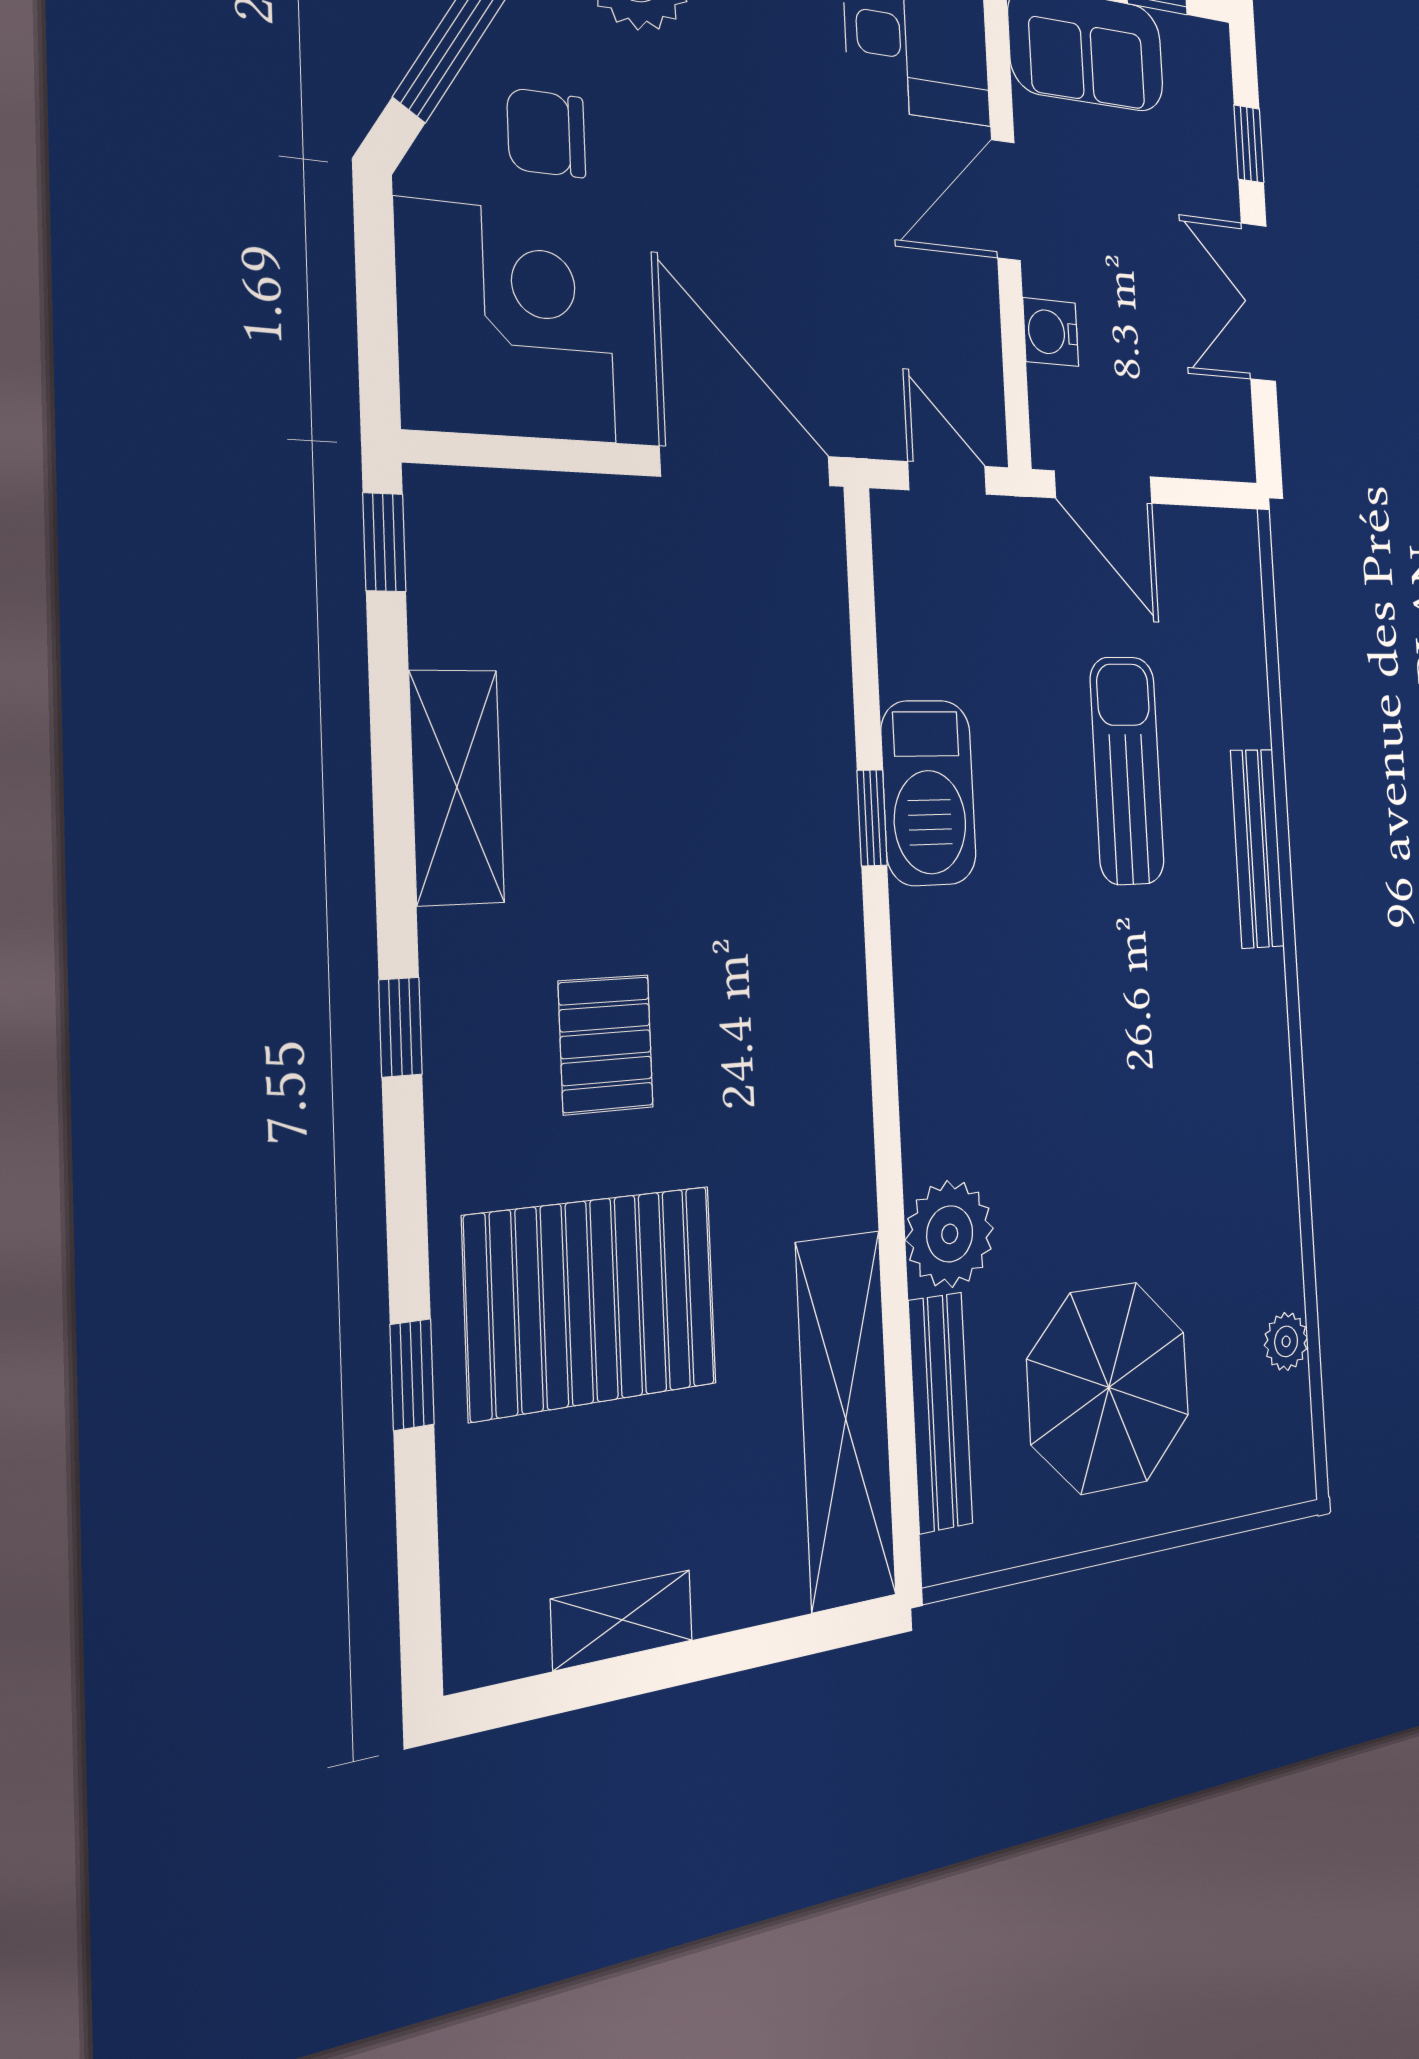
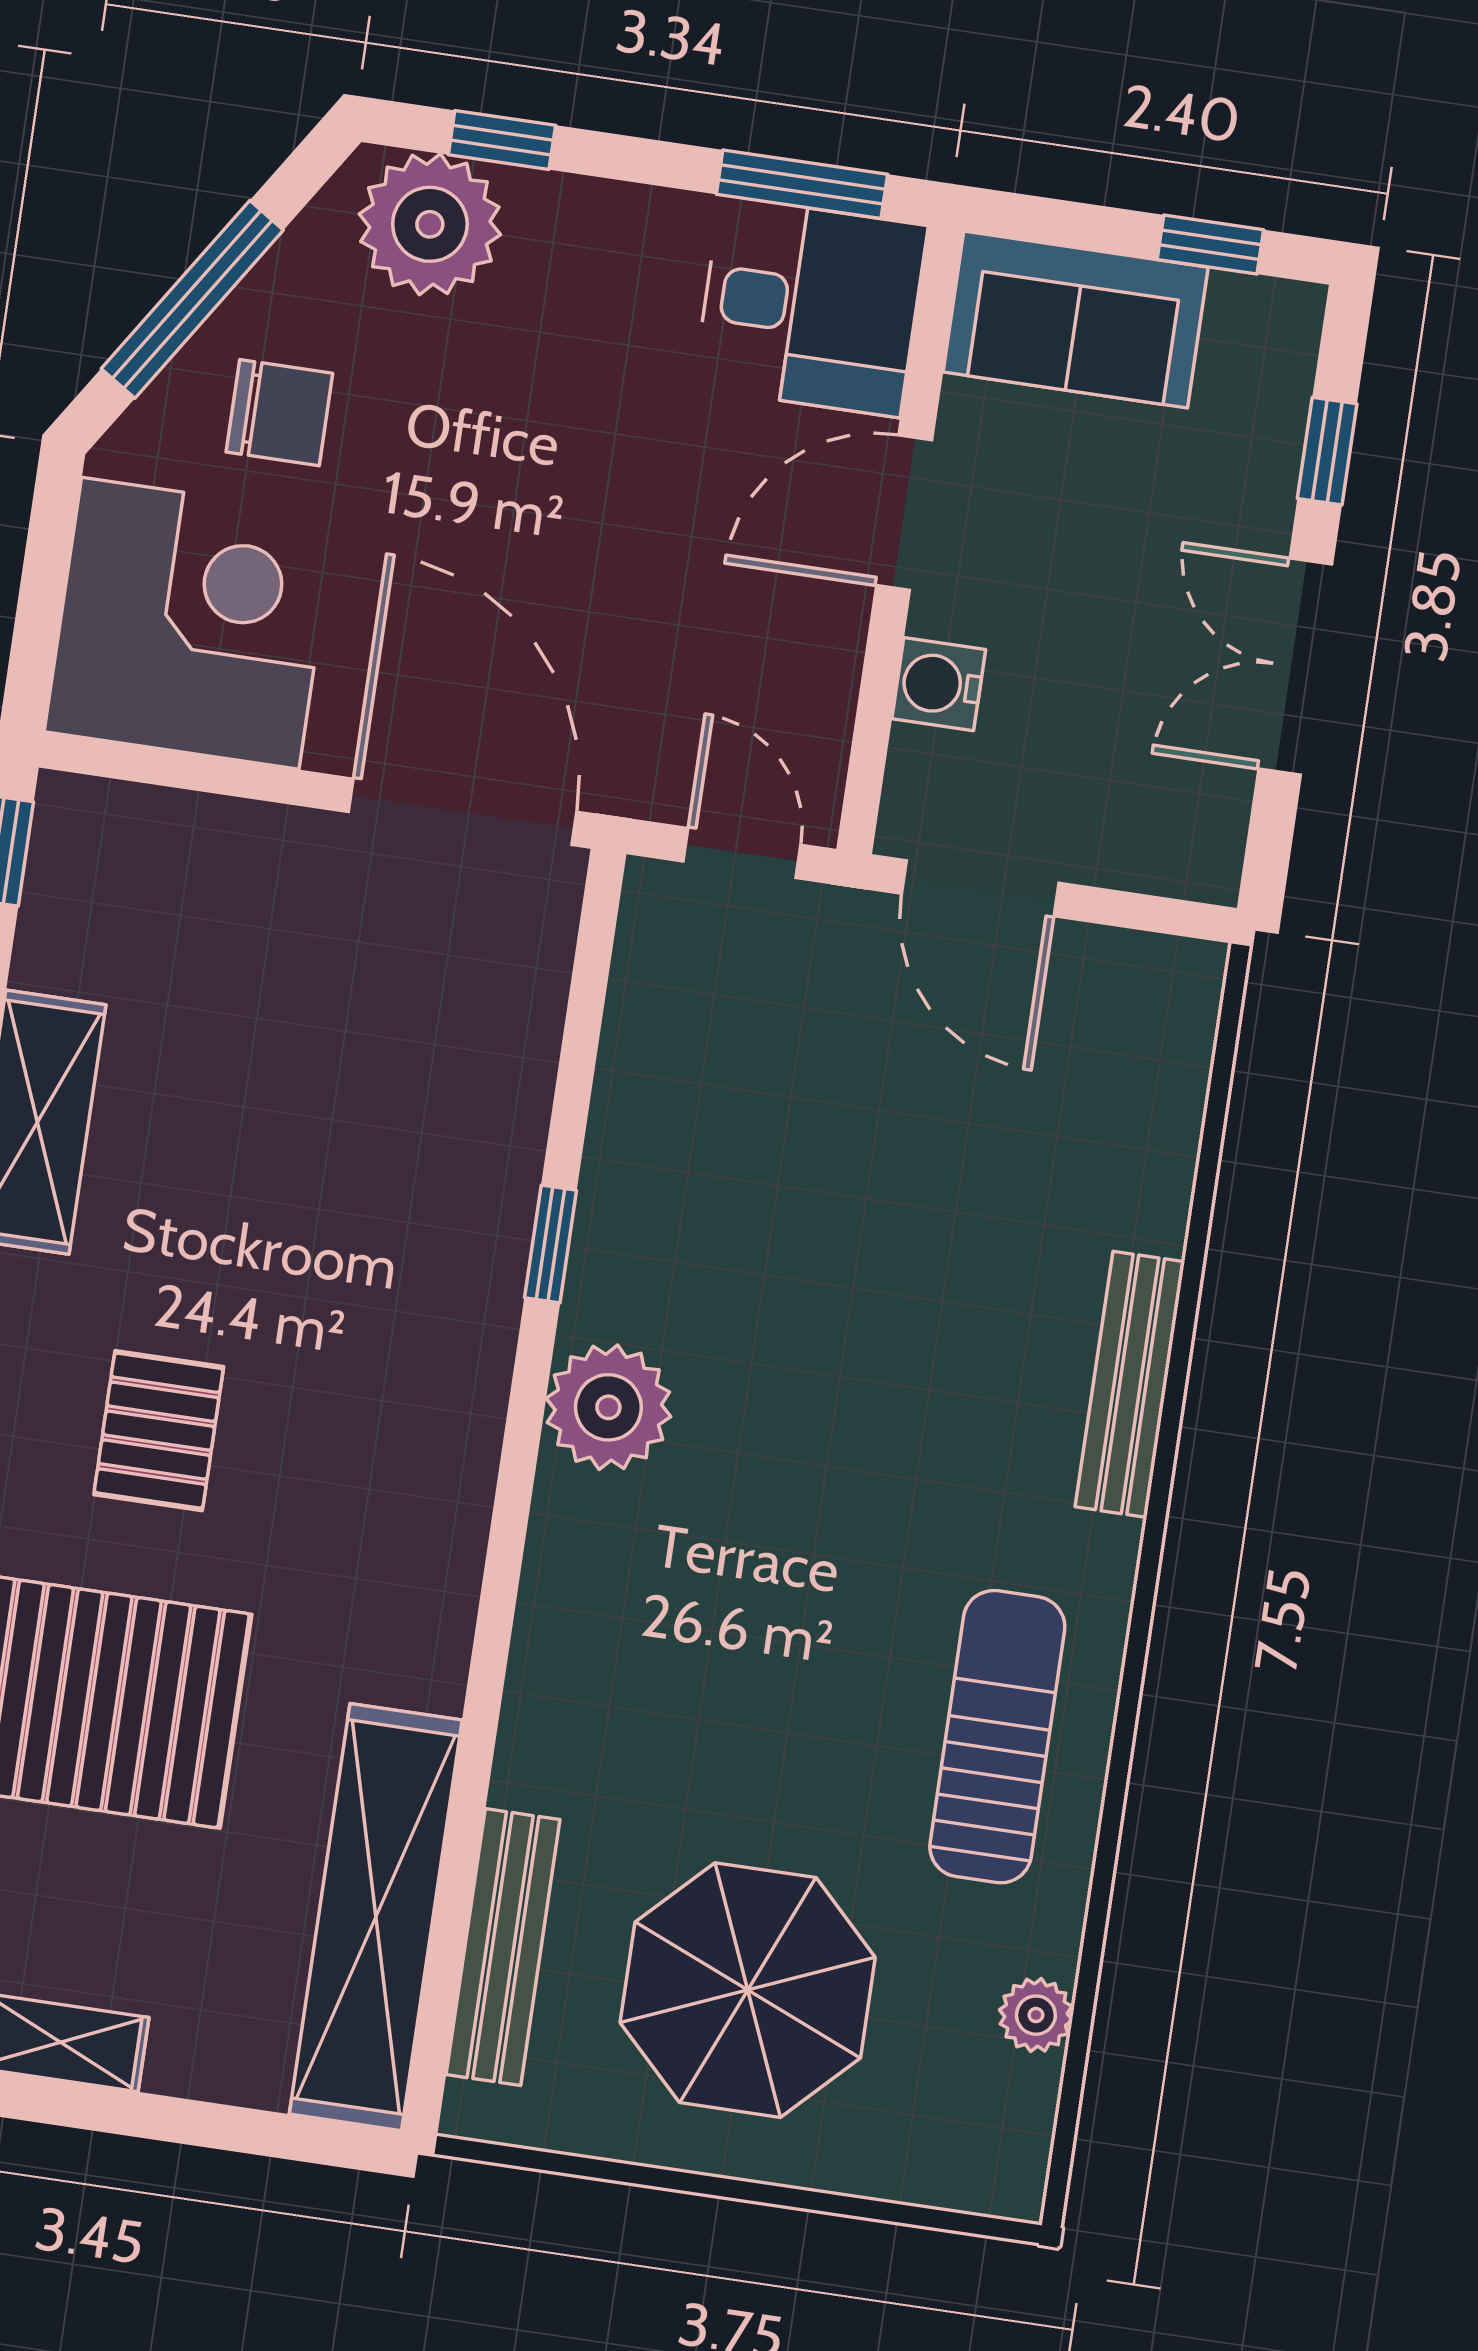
chair: (546, 133) -> (279, 413), turned 180
sun lounger: (1127, 771) -> (997, 1737), moved
barbecue: (929, 793) -> (636, 1228), removed
plant: (950, 1234) -> (608, 1407), moved

